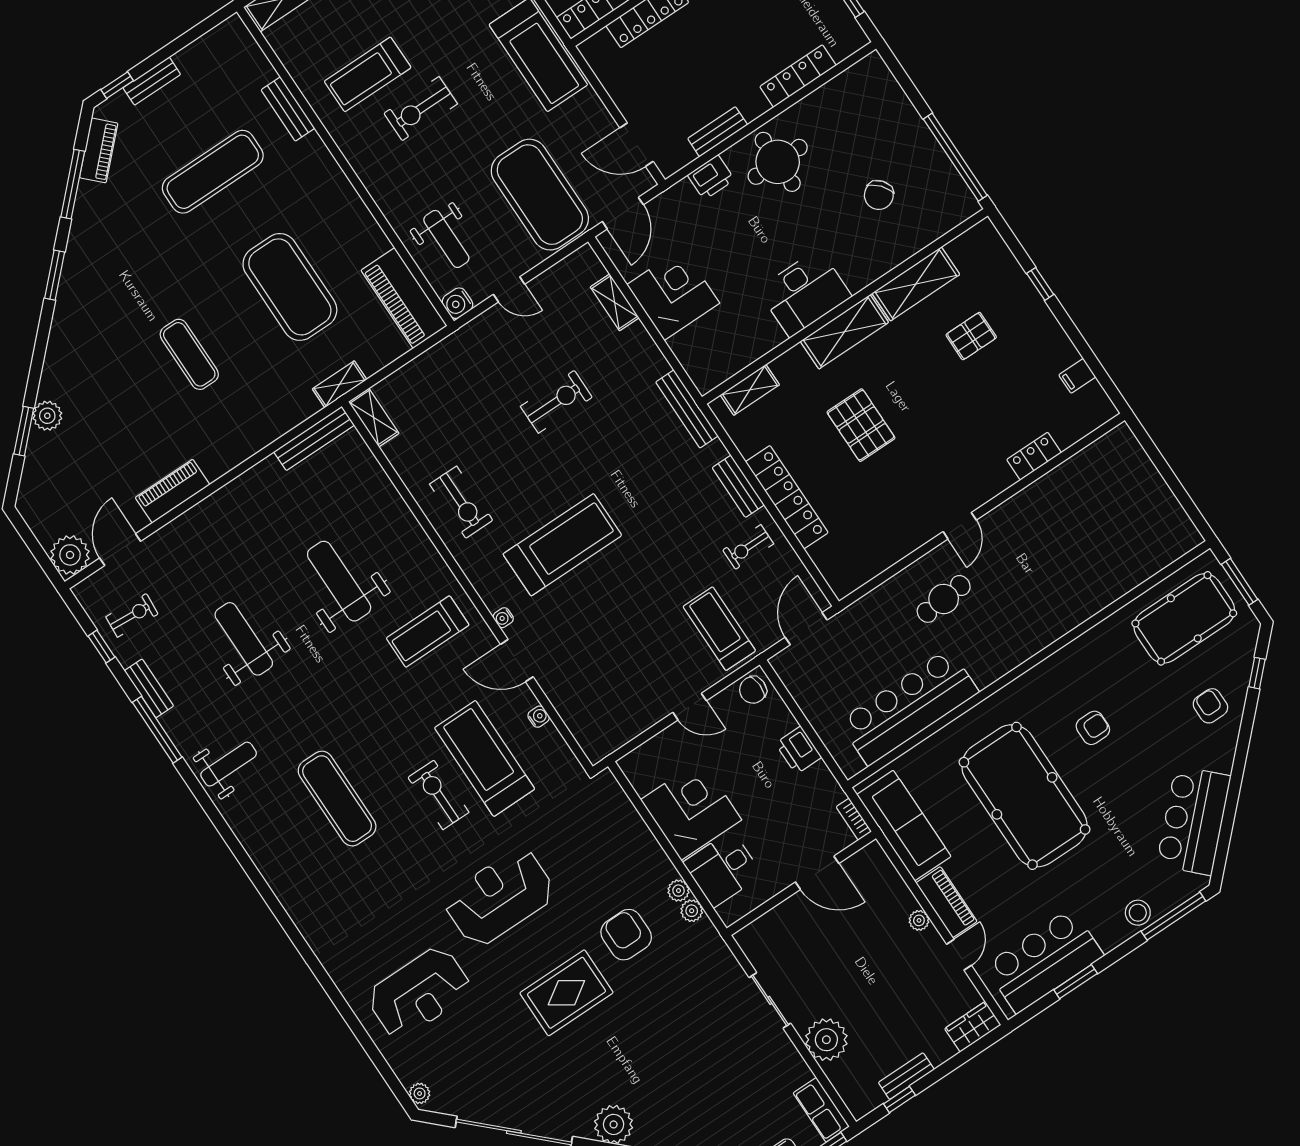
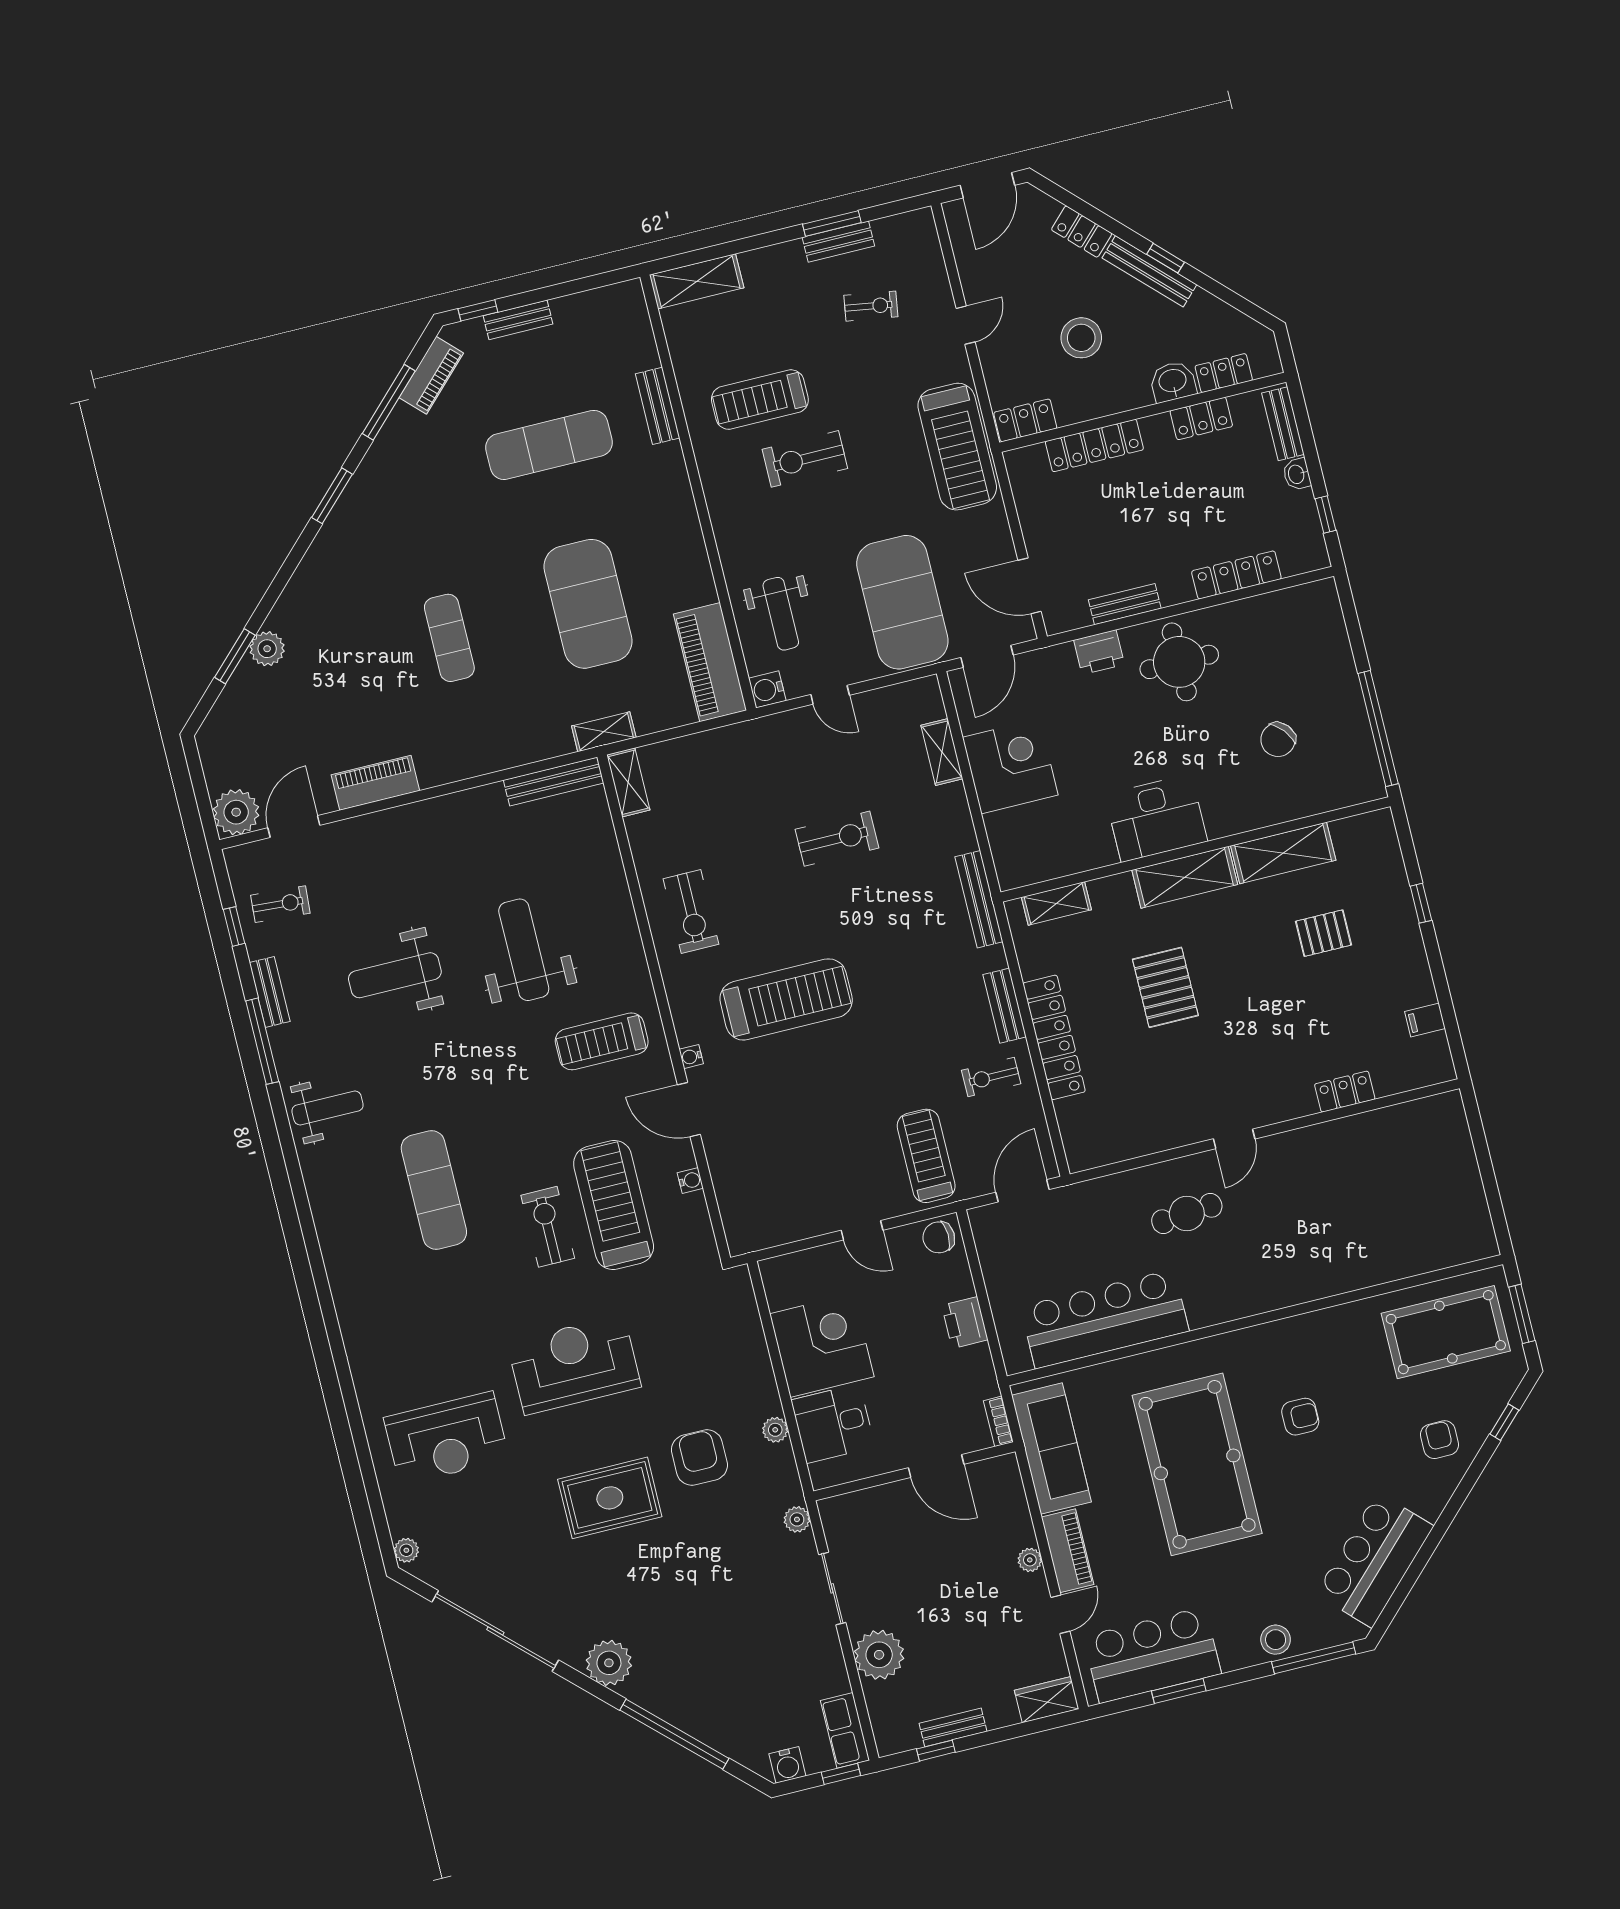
weight bench: (244, 639) -> (395, 975), turned -90
plant: (692, 911) -> (797, 1519), moved

